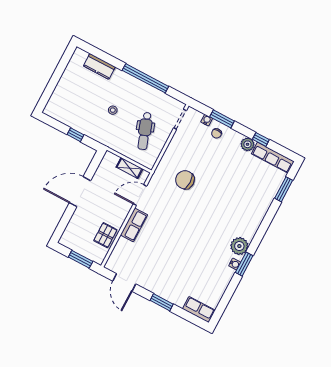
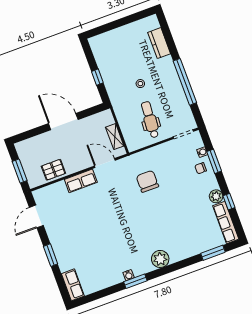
dental chair: (145, 131) -> (150, 120), turned 113
plant: (239, 246) -> (160, 259), moved

